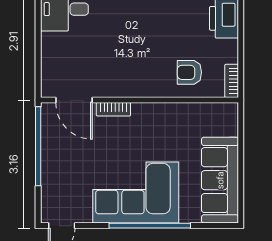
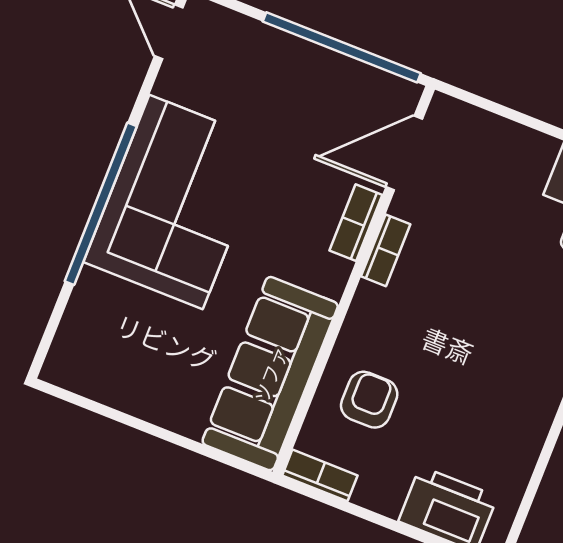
bookcase: (120, 91) -> (386, 250), added
sofa: (220, 180) -> (270, 374), moved, turned -90

